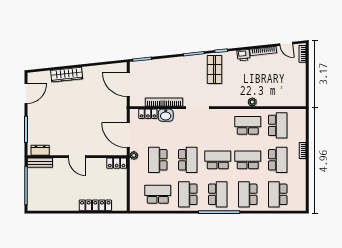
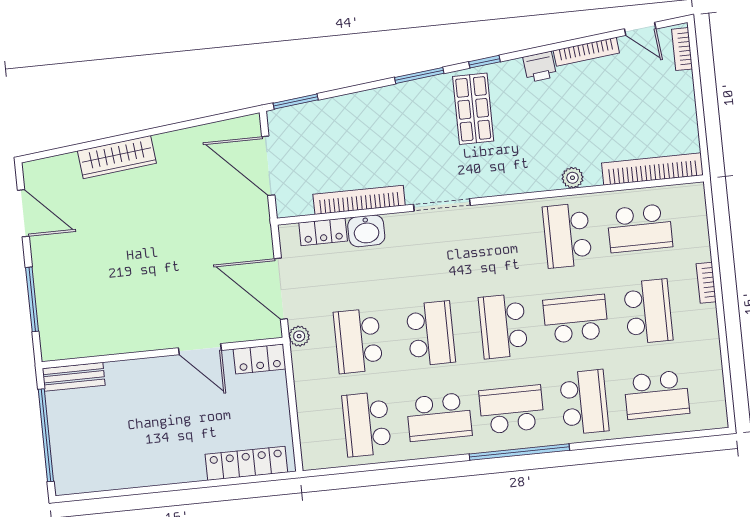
door: (26, 94) -> (23, 213), hinge flipped
bookcase: (285, 102) -> (652, 169), added
school desk: (248, 125) -> (567, 235), turned -90
school desk: (278, 125) -> (640, 228), turned 90
dresser: (40, 150) -> (71, 347), removed
door: (77, 157) -> (200, 349), moved
school desk: (218, 160) -> (503, 326), turned -90
school desk: (158, 194) -> (367, 424), turned -90
school desk: (188, 194) -> (439, 417), turned -90
school desk: (218, 194) -> (512, 409), turned -90
school desk: (248, 194) -> (584, 402), turned 180
school desk: (278, 194) -> (657, 395), turned -90
locker: (95, 205) -> (246, 463), moved

